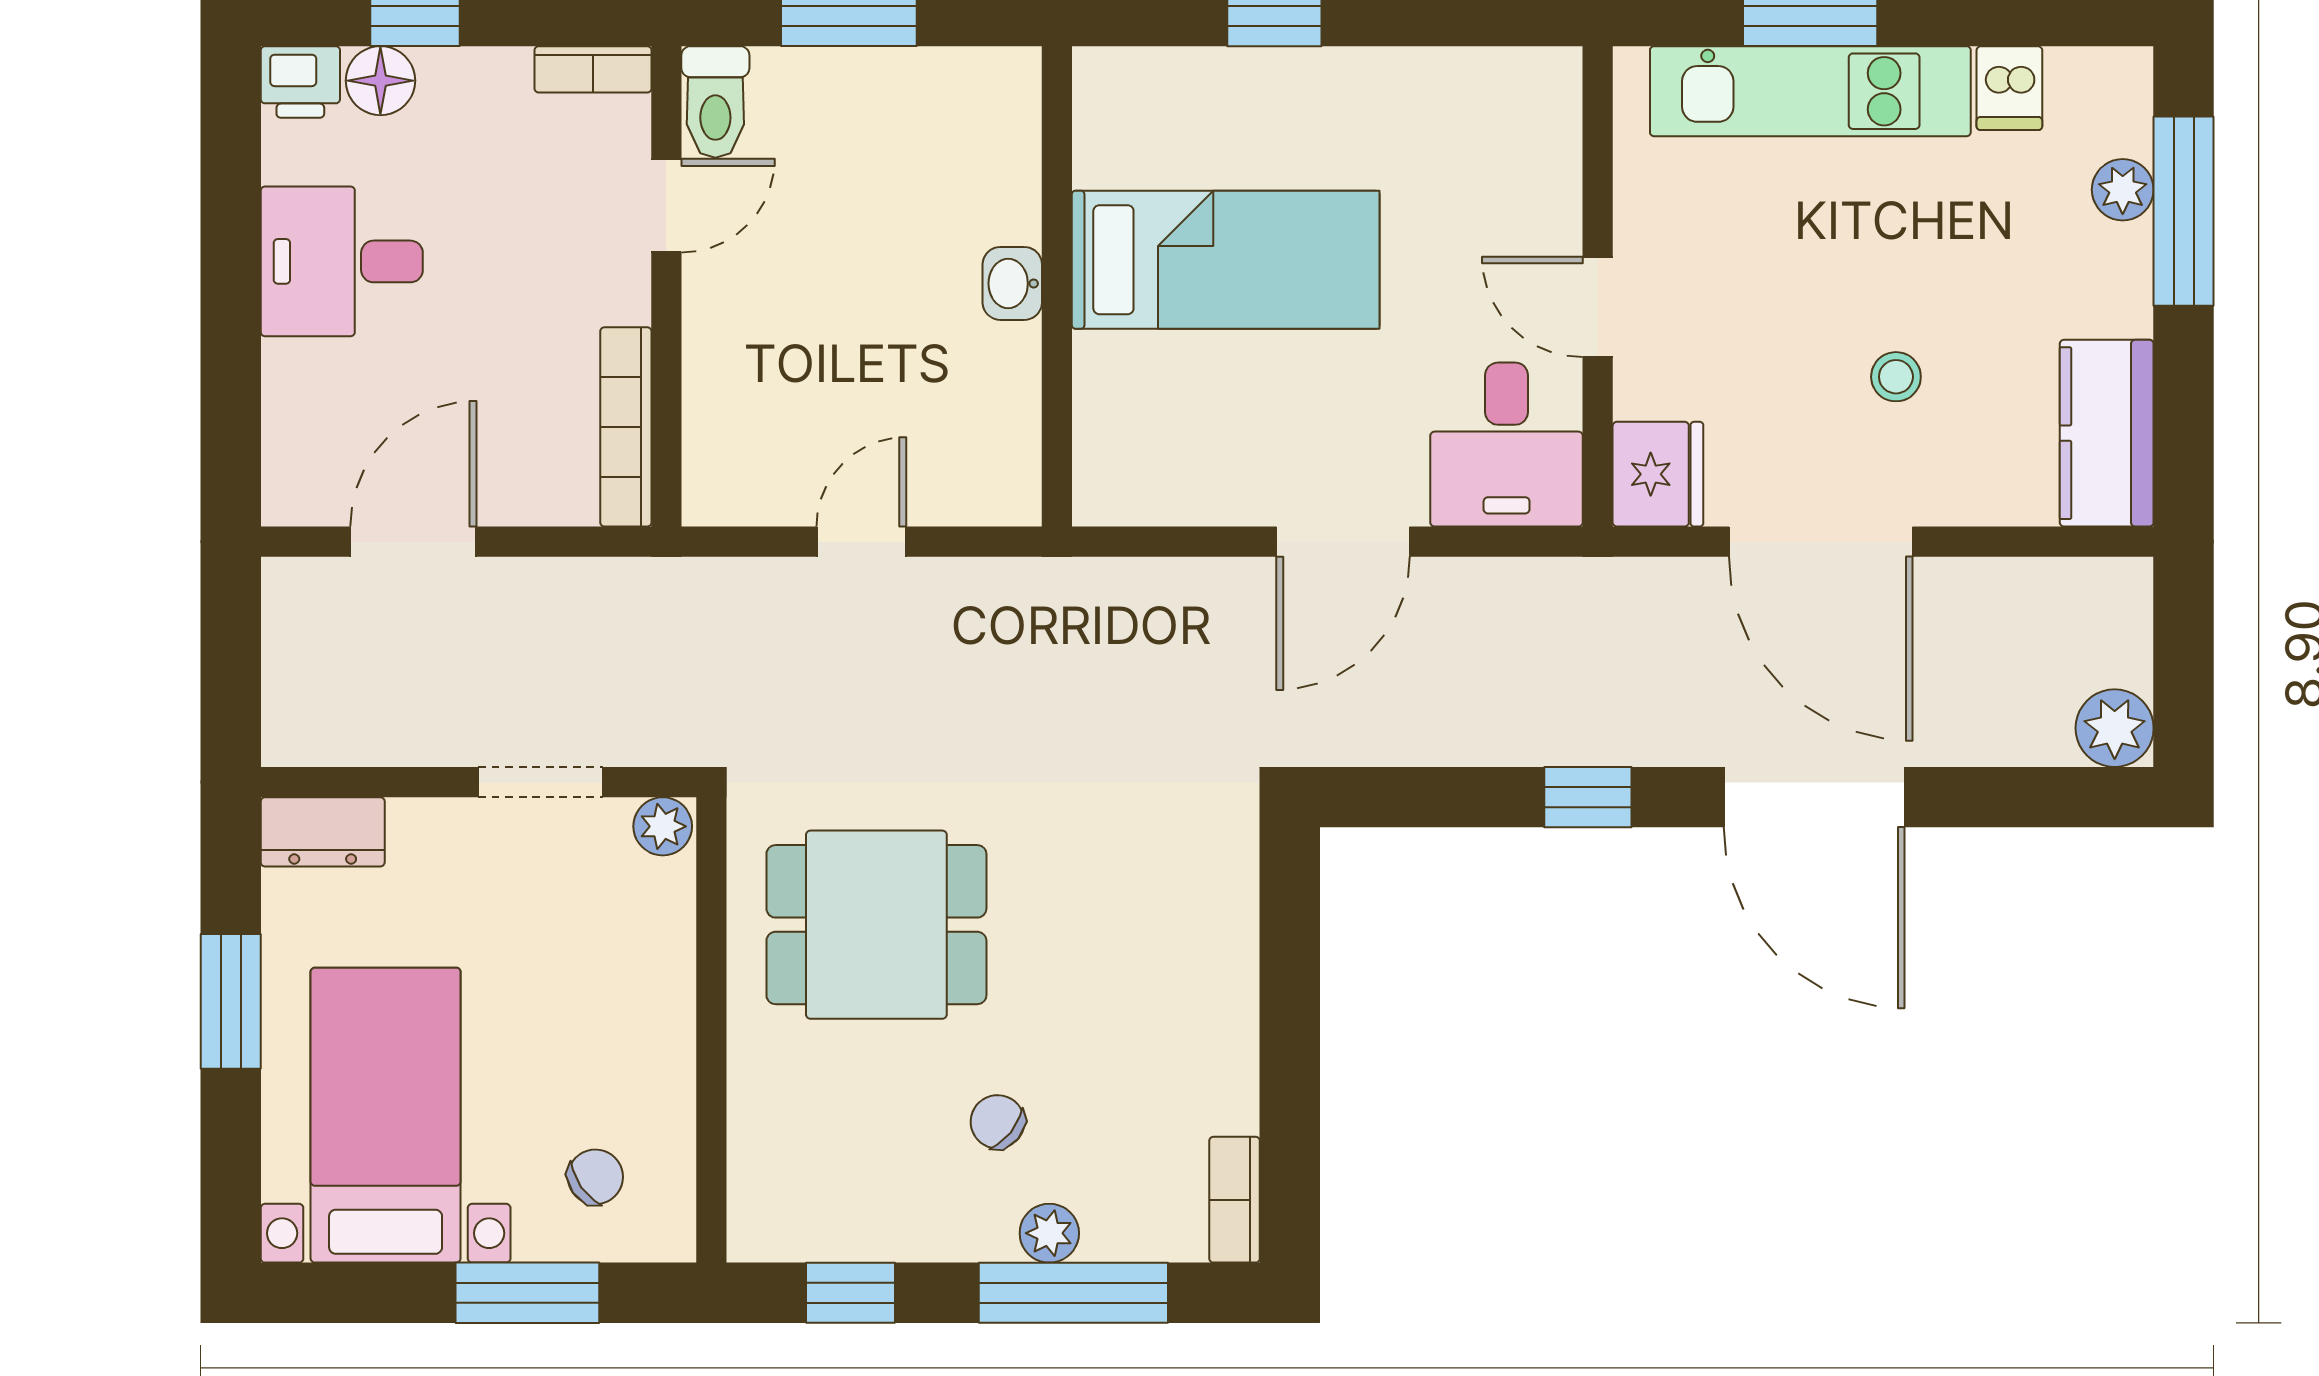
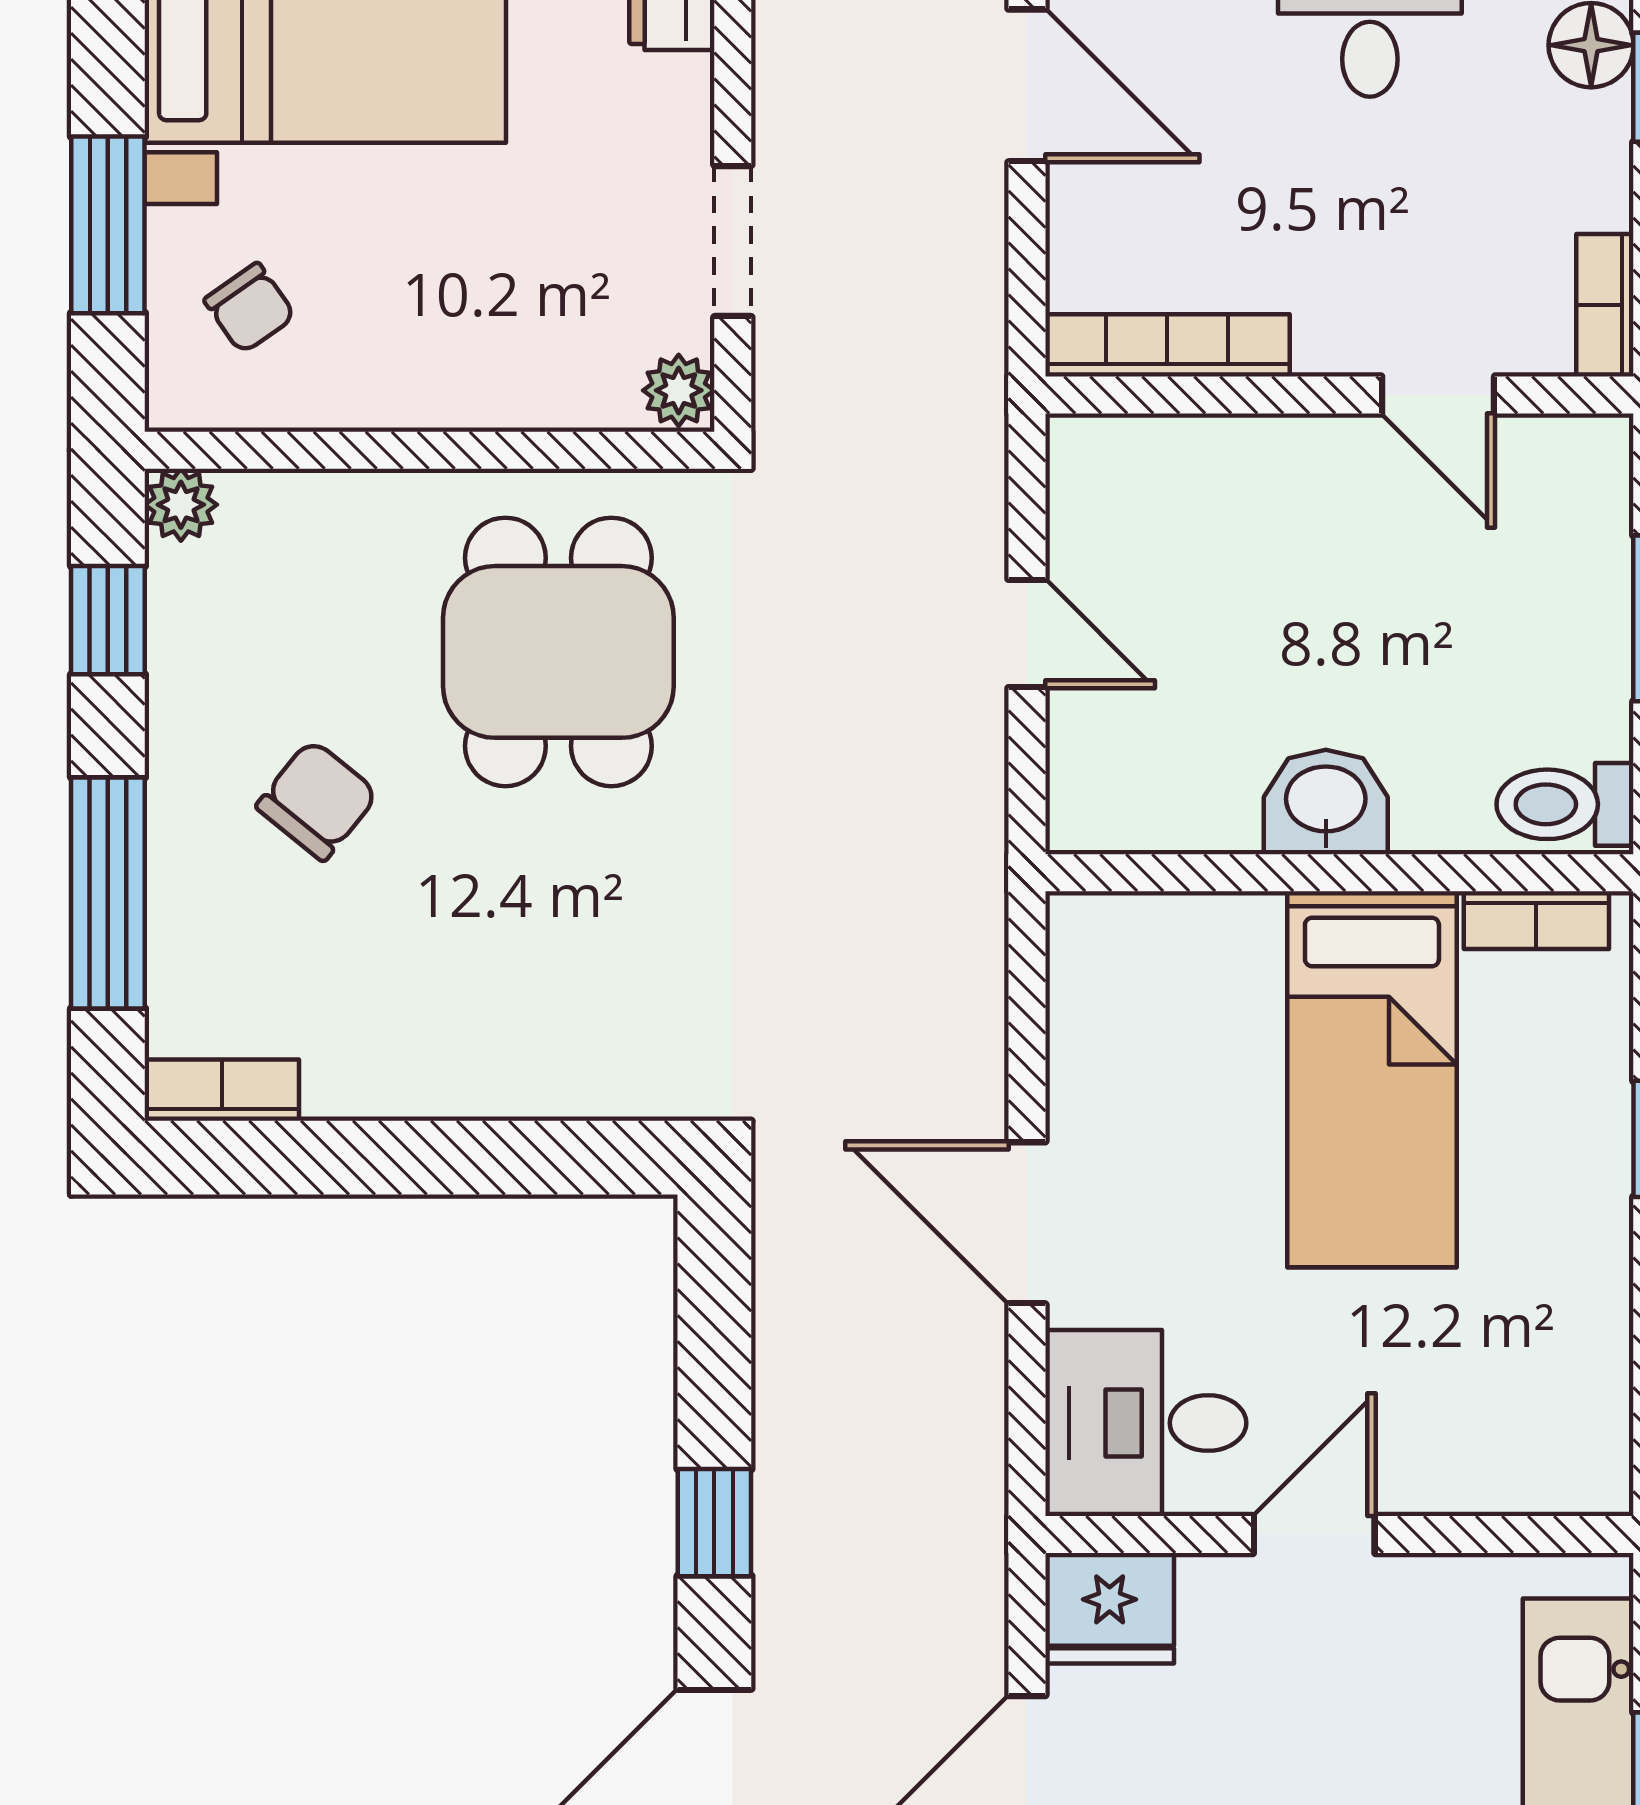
toilet: (715, 102) -> (1565, 804), moved
bookcase: (1096, 125) -> (1536, 920), added
washbasin: (1012, 283) -> (1326, 802), width x1.38, depth x1.45
chair: (998, 1122) -> (317, 800), width x1.37, depth x1.37
plant: (1049, 1233) -> (181, 505), moved

